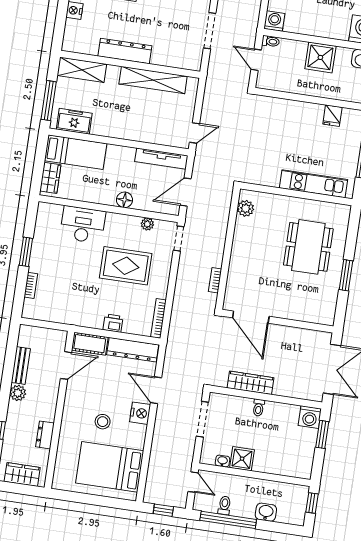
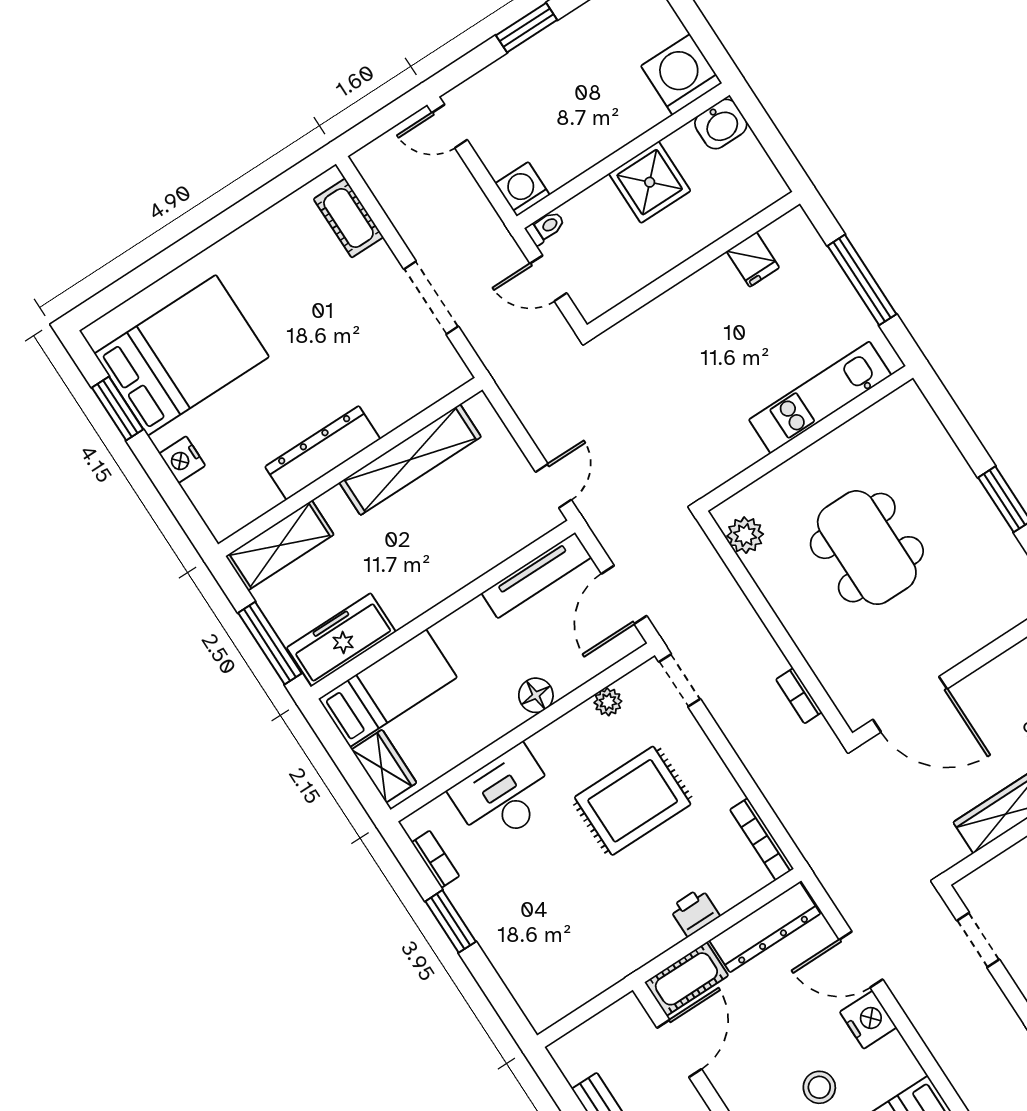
freezer: (74, 121) -> (341, 640), width x1.40
dining table: (308, 247) -> (867, 548), moved
bookcase: (31, 285) -> (435, 859), moved
doorway: (202, 419) -> (978, 940), width x0.73

